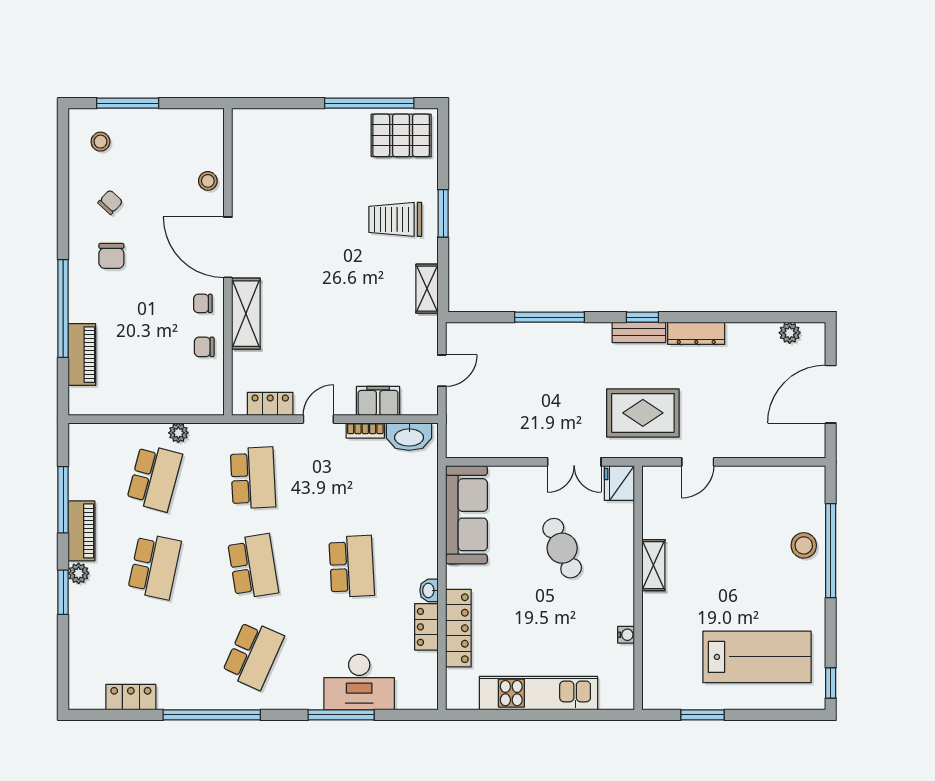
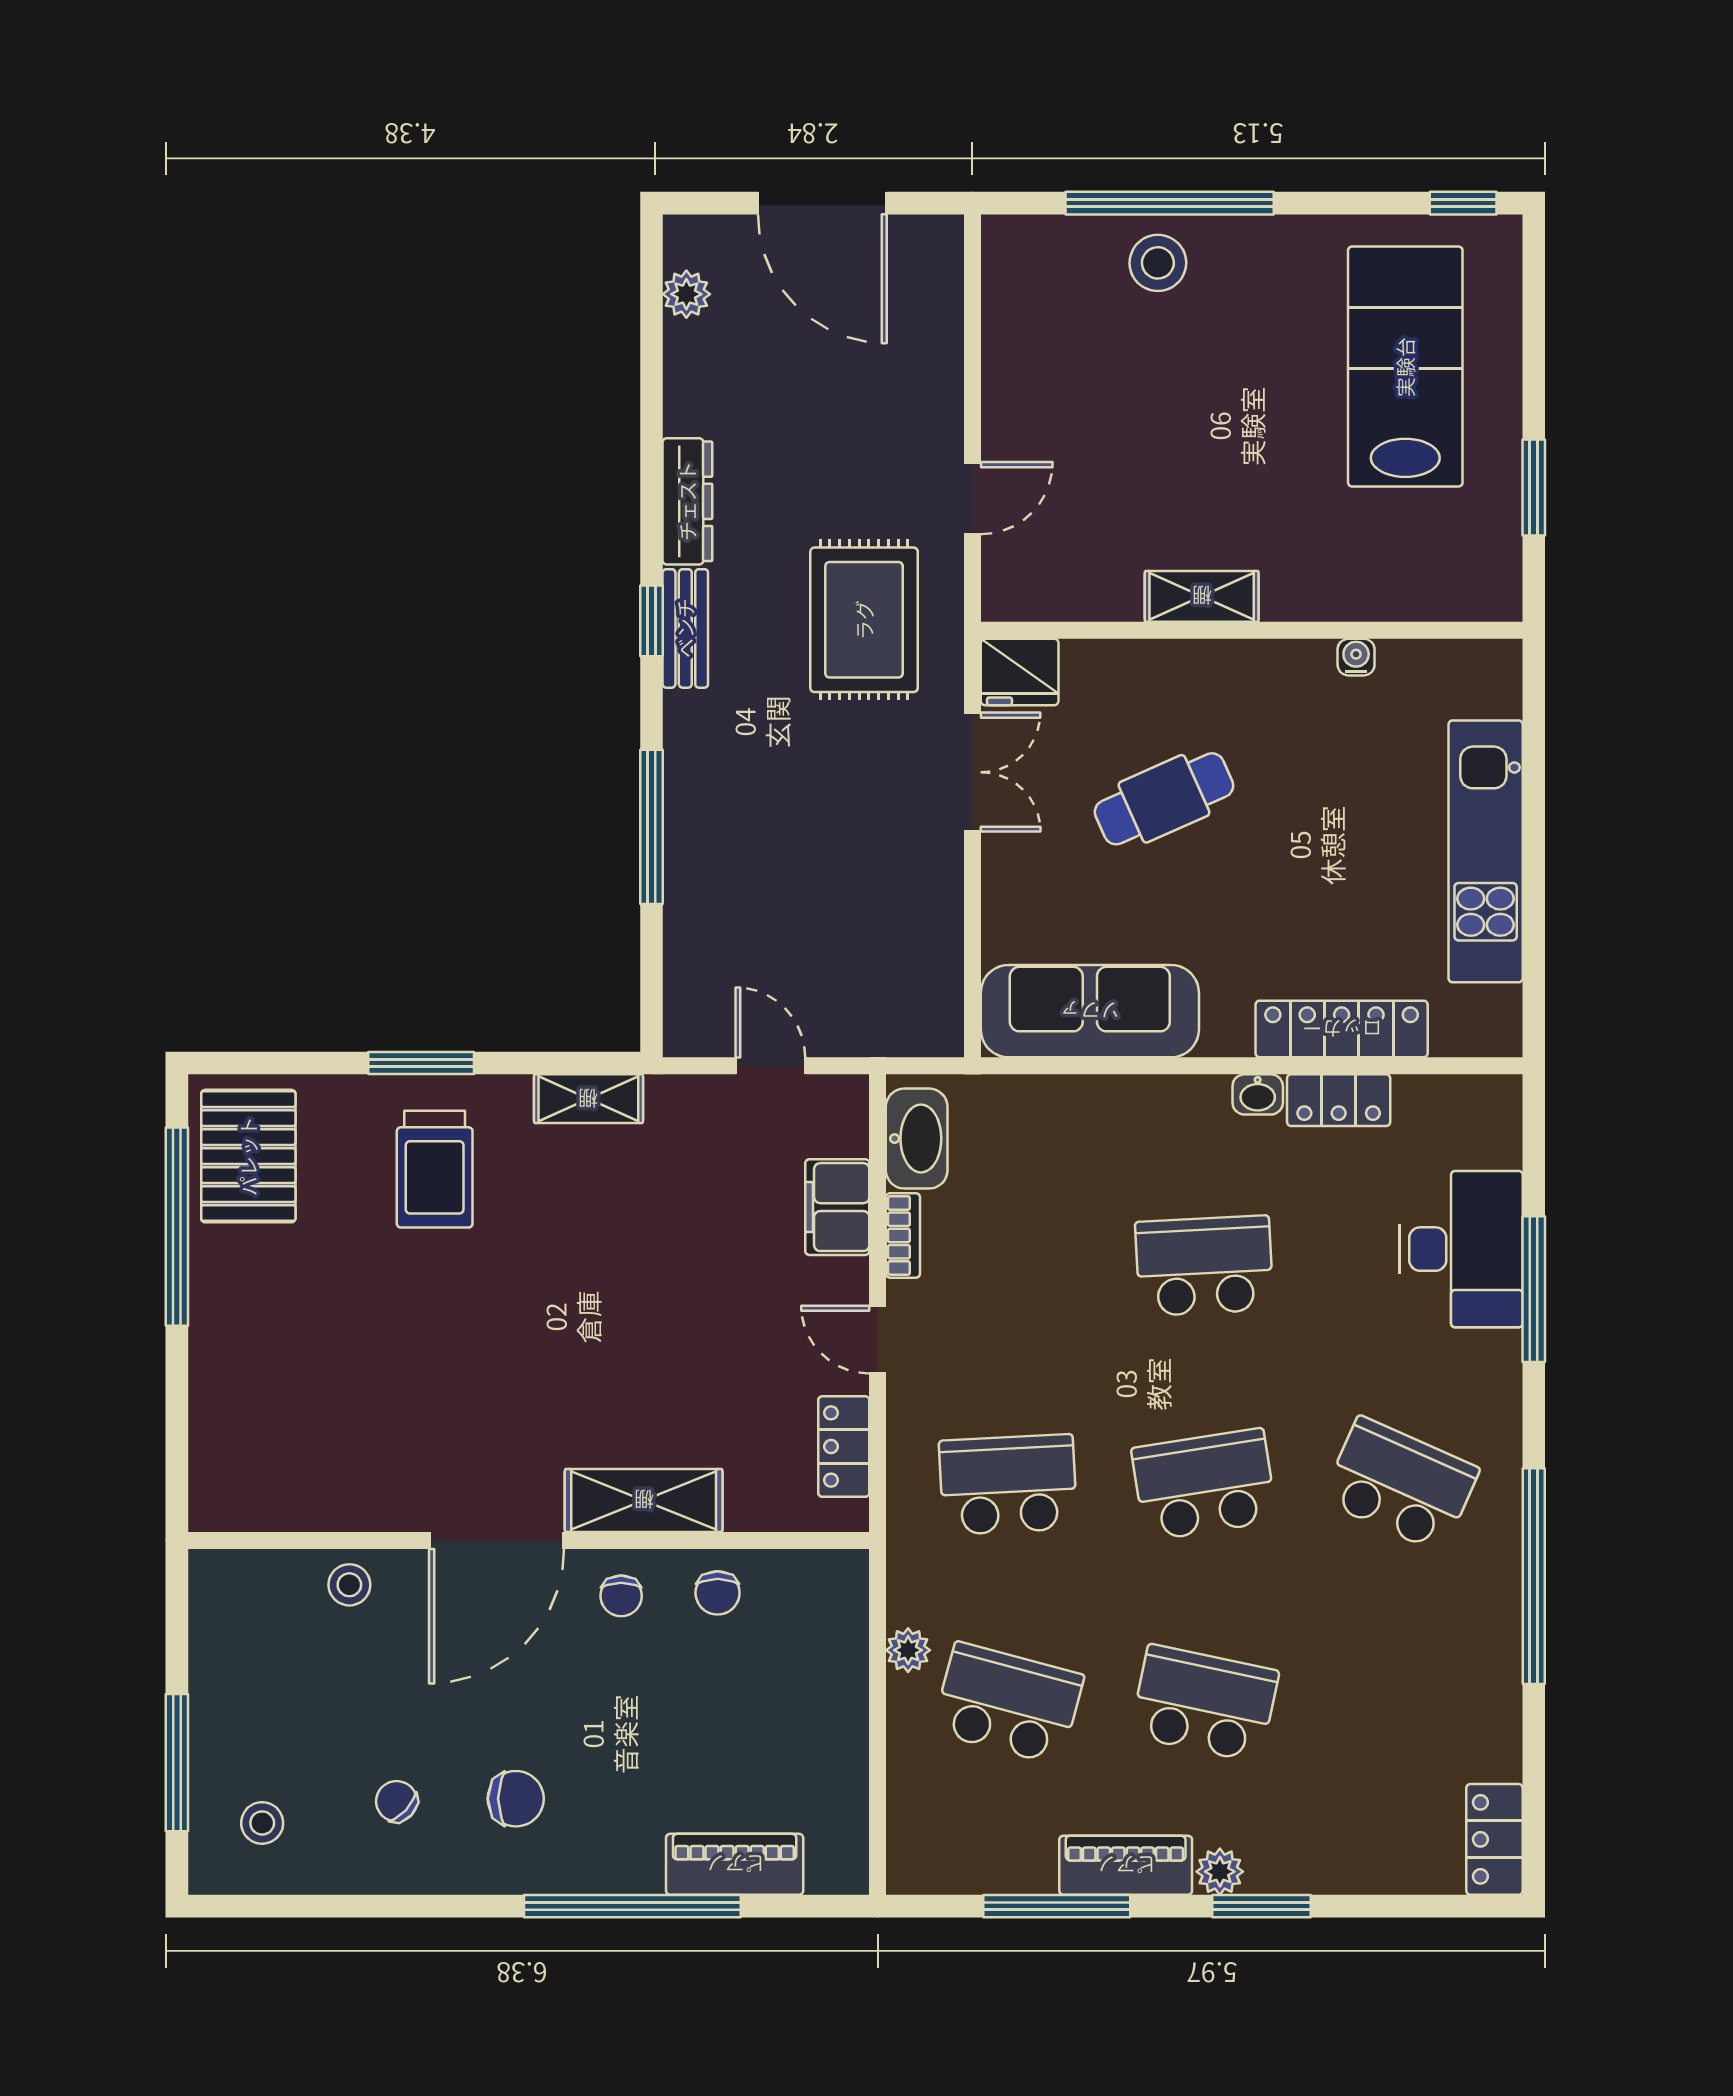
door: (698, 462) -> (973, 498), hinge flipped
locker: (131, 697) -> (1494, 1839), moved

